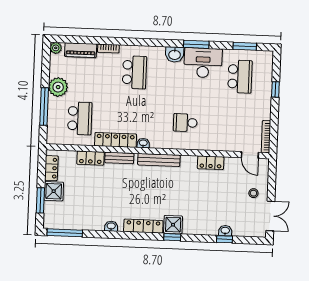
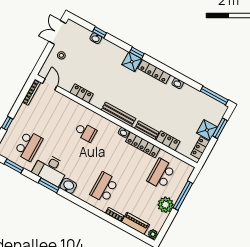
school desk: (240, 77) -> (29, 146), turned 180

